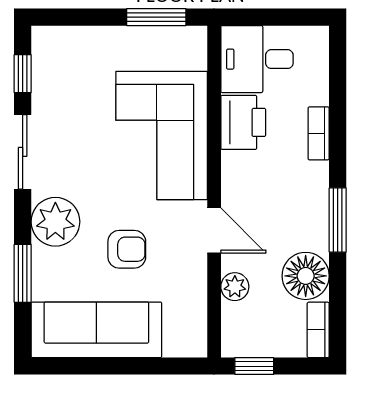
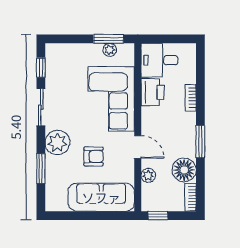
plant: (159, 39) -> (110, 50), added
sofa: (96, 330) -> (101, 197), moved

